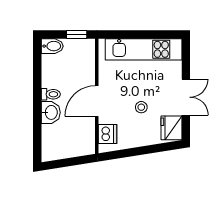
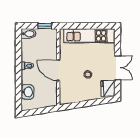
door: (97, 101) -> (58, 70), hinge flipped
washbasin: (51, 112) -> (27, 92), moved
dishwasher: (108, 134) -> (65, 92), removed

